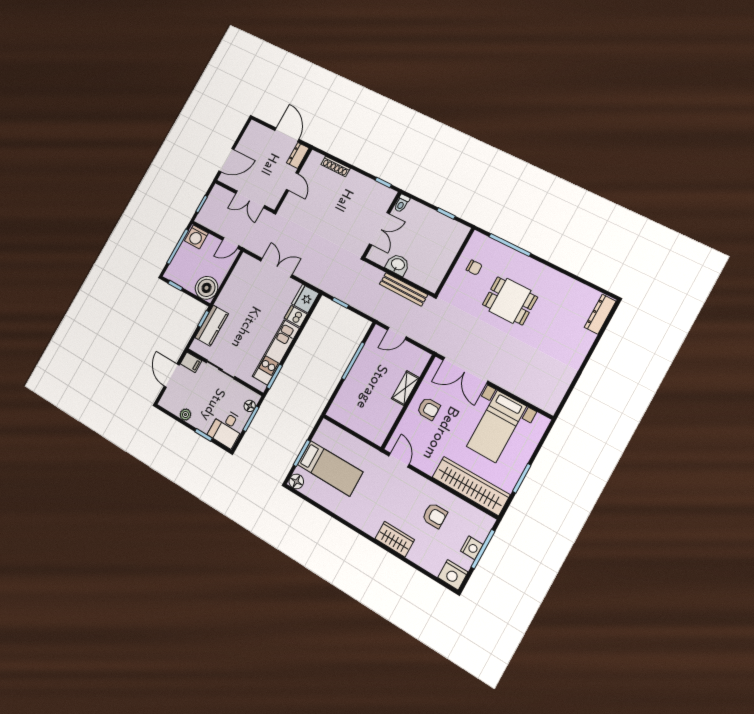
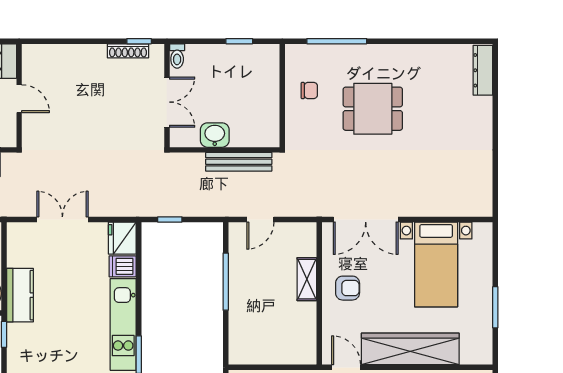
shoe rack: (336, 166) -> (128, 51), moved
kitchen counter: (212, 326) -> (20, 295), moved
wardrobe: (471, 486) -> (410, 349), moved

